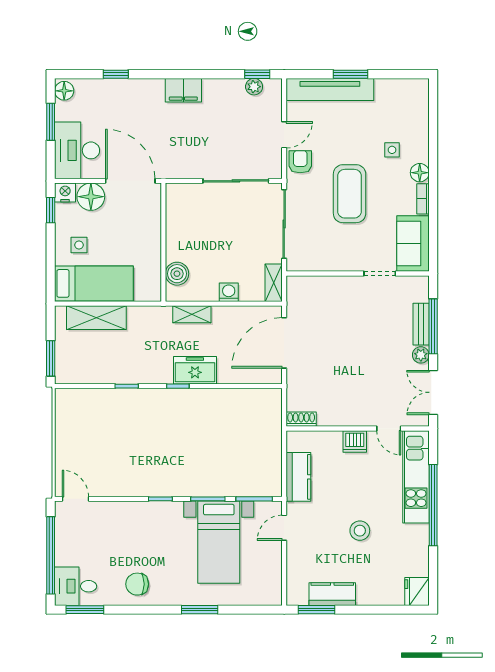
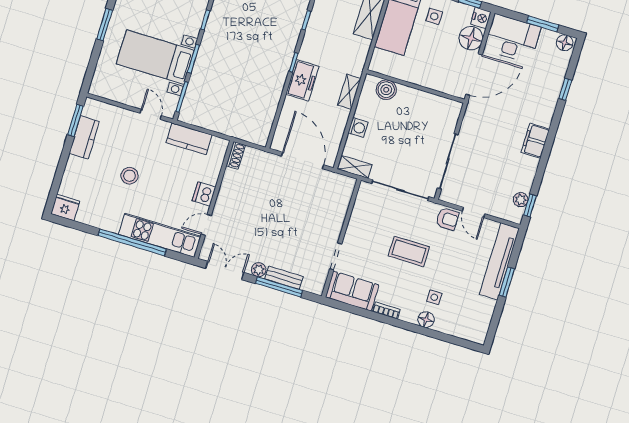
floor lamp: (420, 173) -> (426, 320), moved
coffee table: (350, 194) -> (409, 251), width x0.73, depth x0.76

